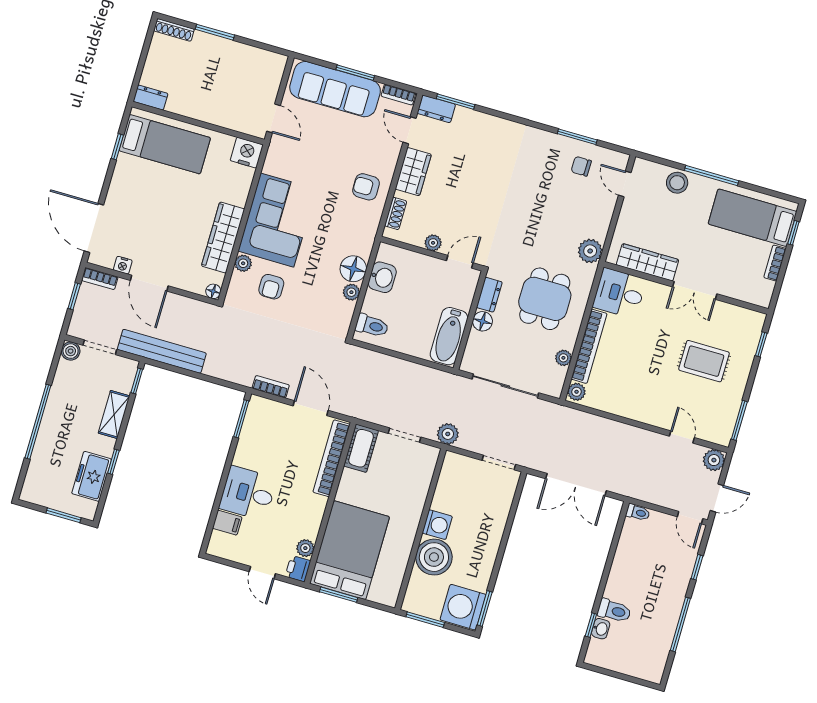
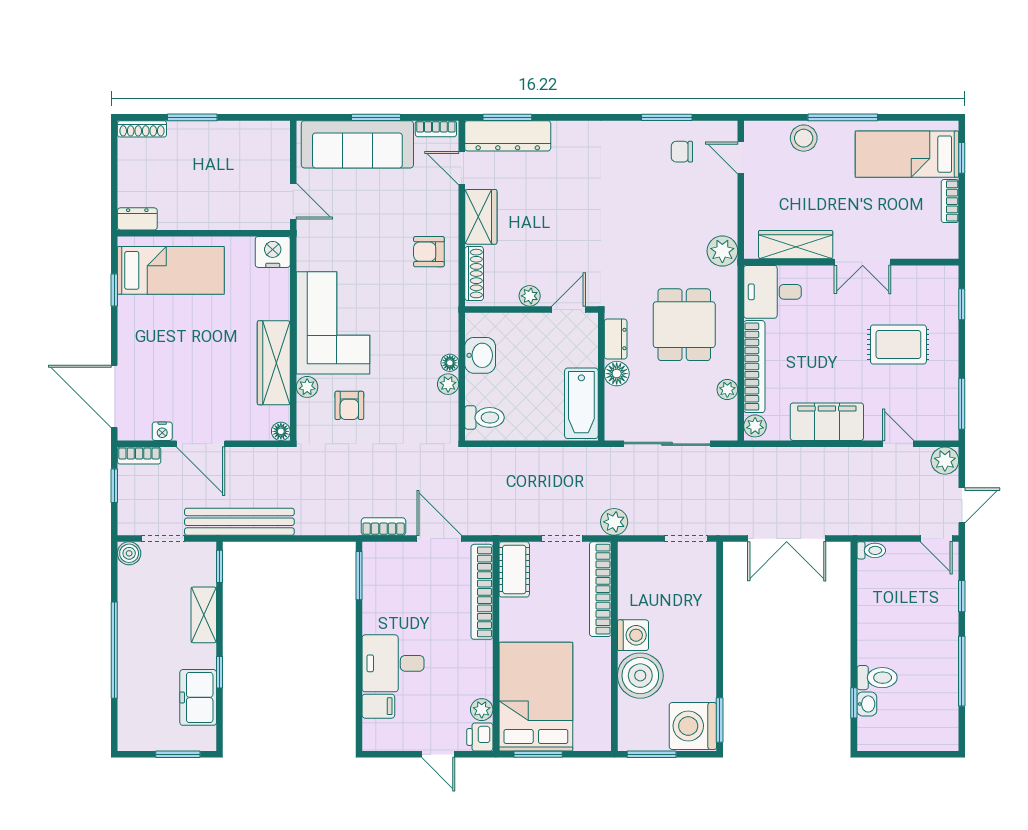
dresser: (436, 109) -> (508, 136), width x1.96, depth x1.24
shoe rack: (396, 213) -> (474, 274), width x1.43
floor lamp: (353, 269) -> (450, 363), width x0.53, depth x0.53
filing cabinet: (632, 404) -> (827, 422), added
bookcase: (423, 482) -> (600, 589), added

